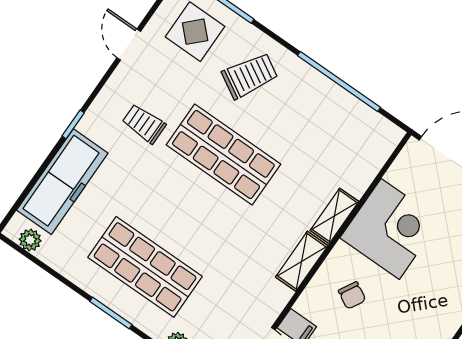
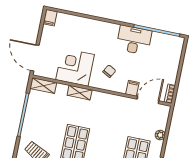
shelving: (302, 261) -> (43, 86), moved

